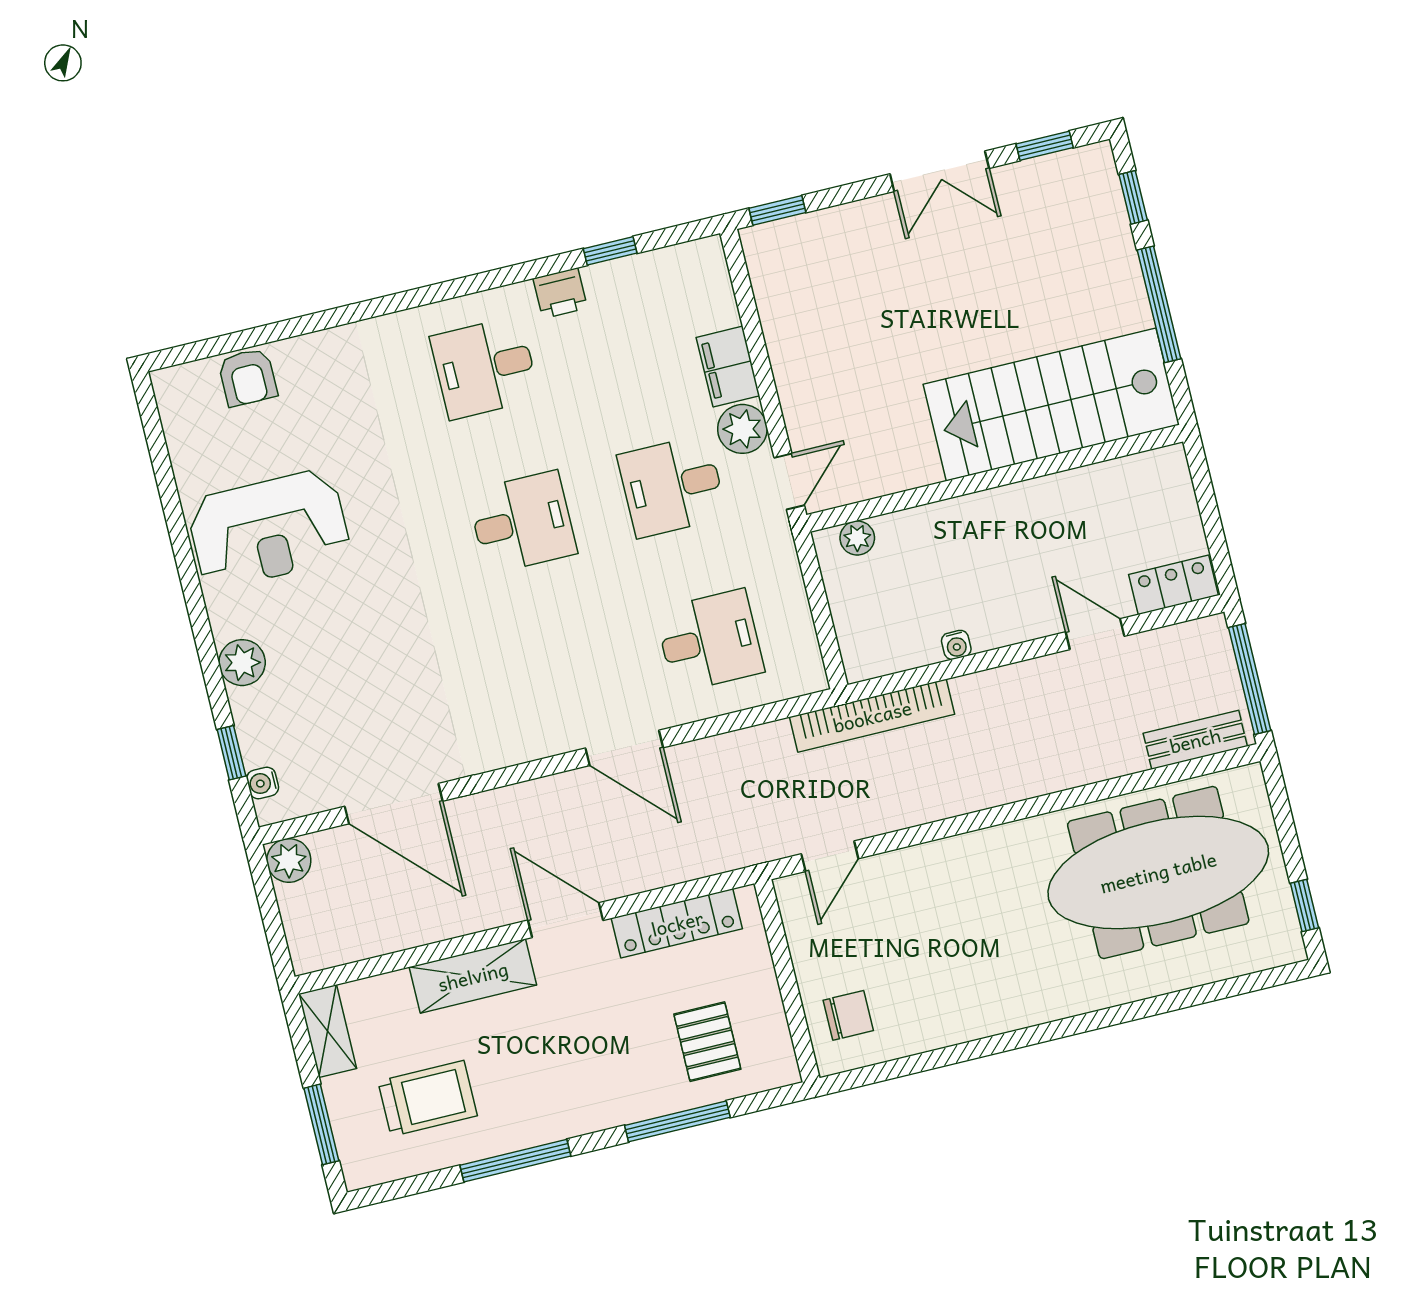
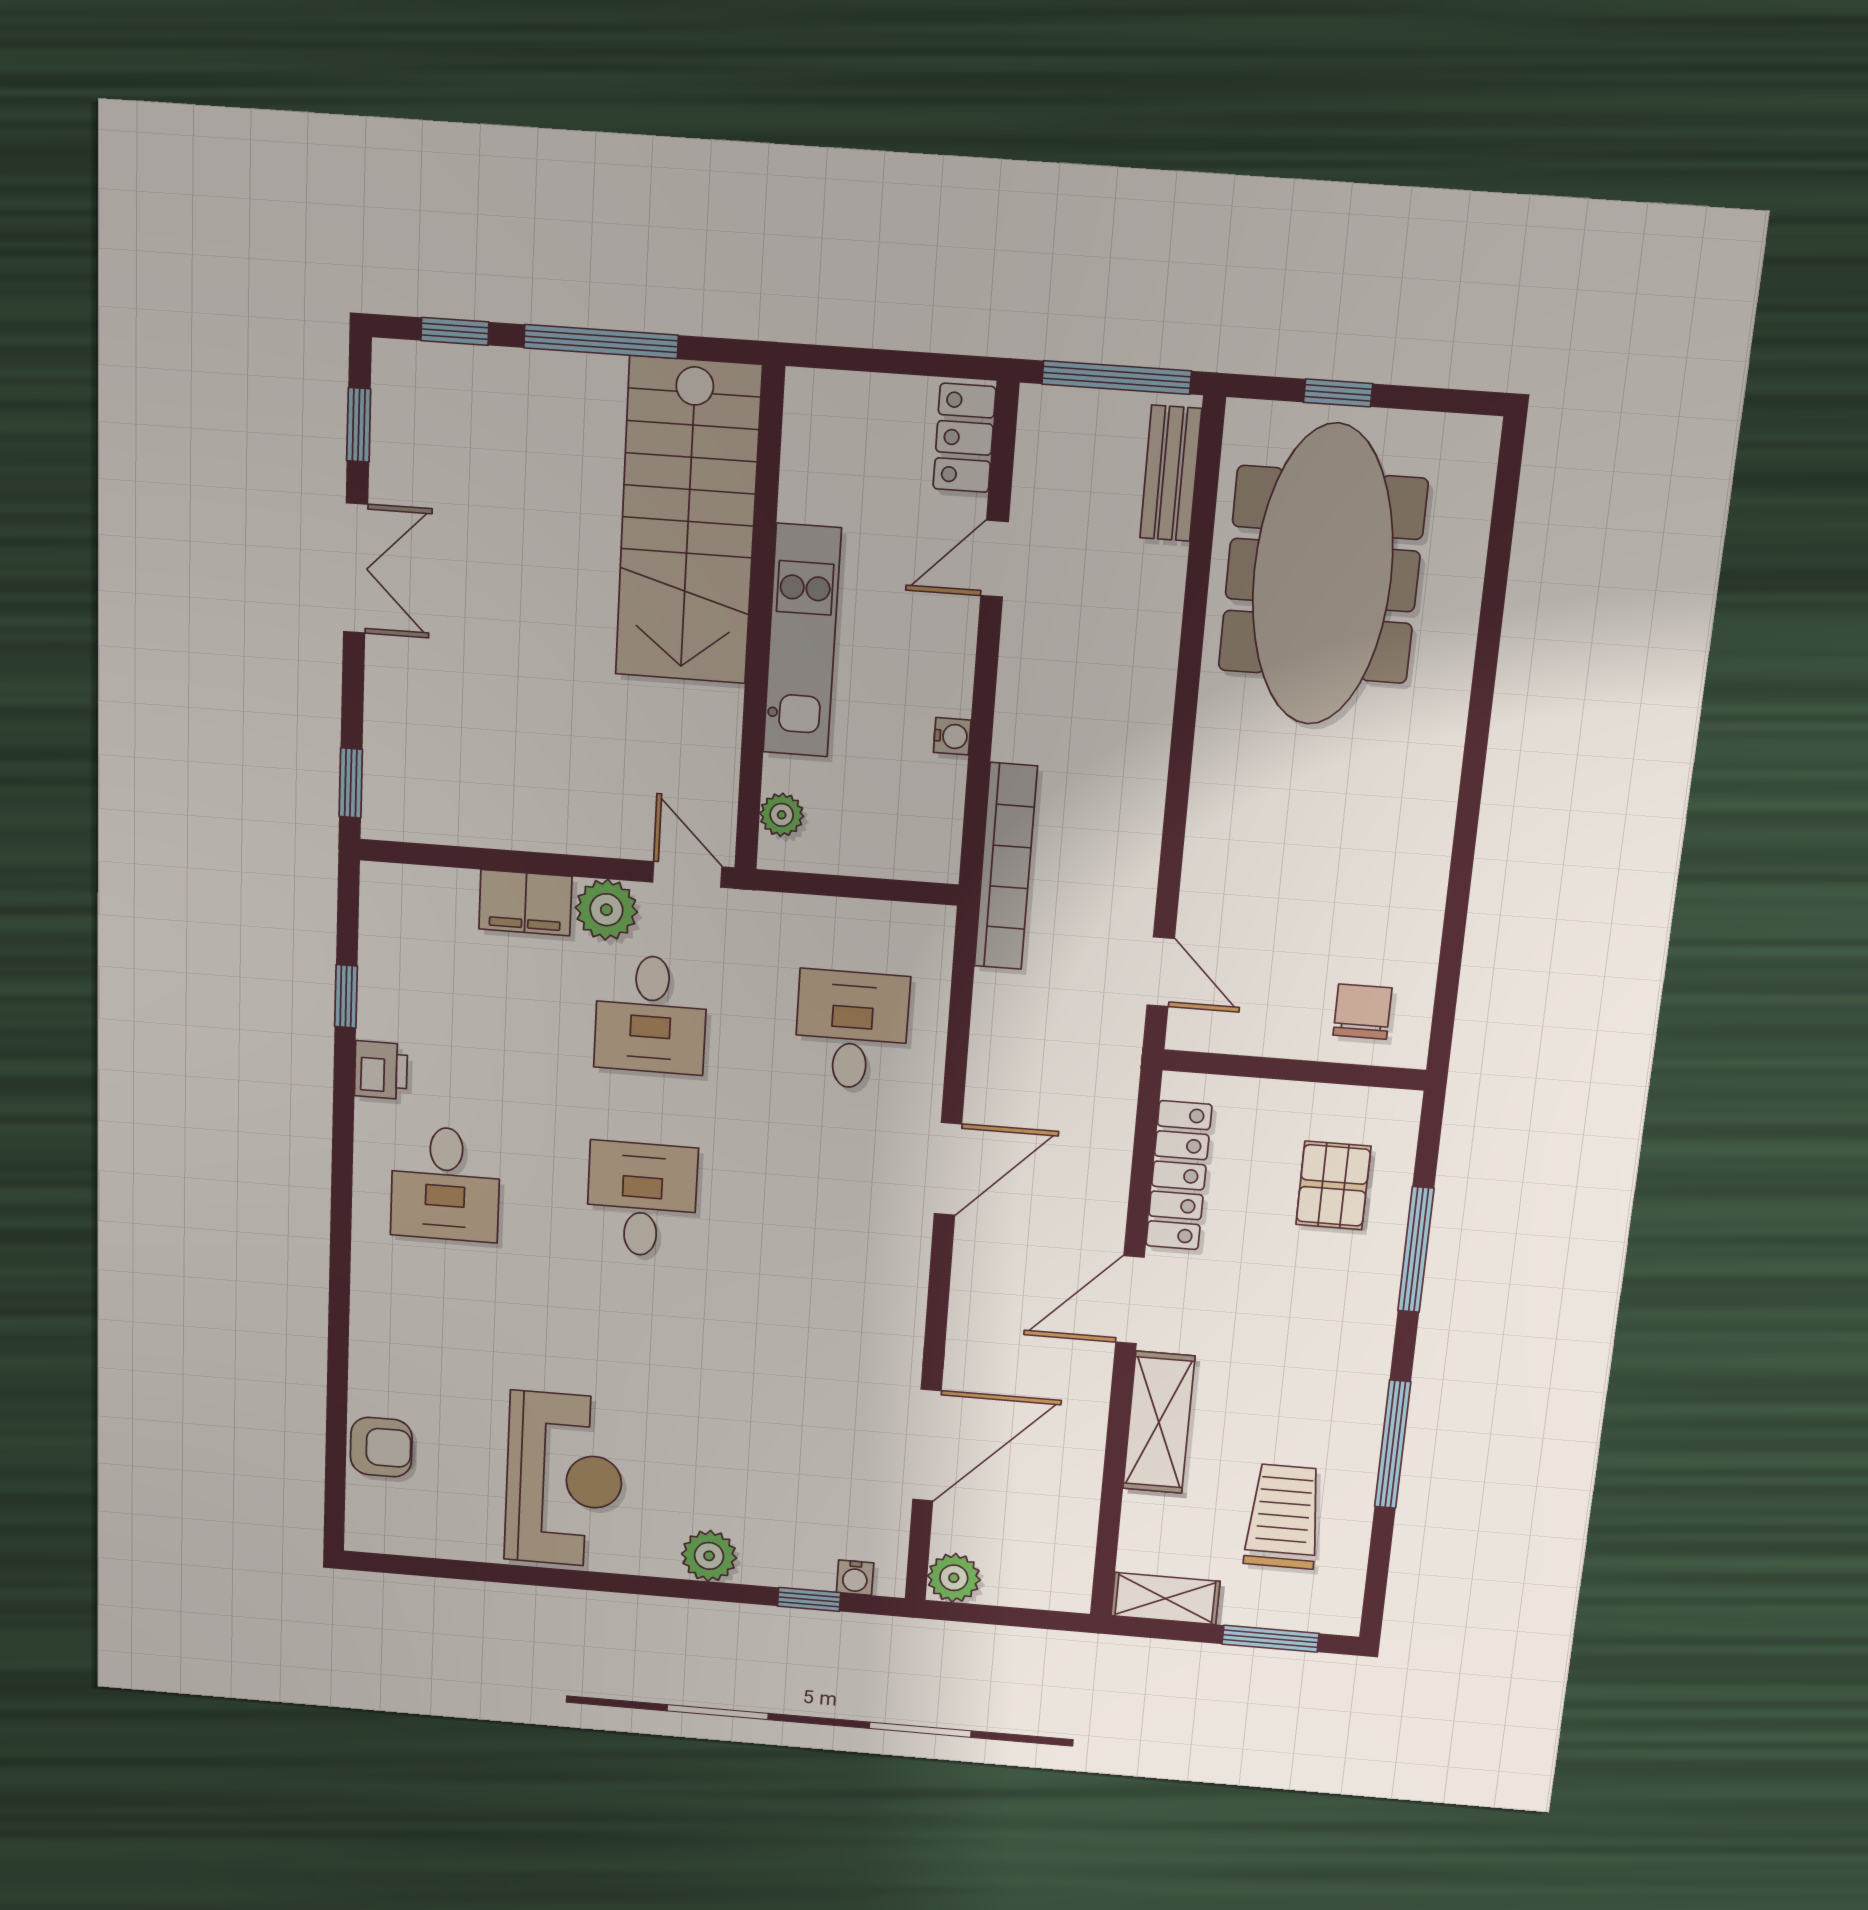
kitchen unit: (991, 513) -> (802, 641), added
window: (1304, 906) -> (1338, 393), moved
pallet: (707, 1042) -> (1333, 1185), turned 90

